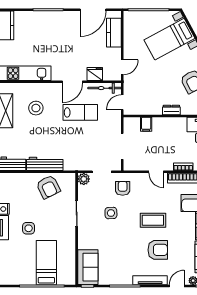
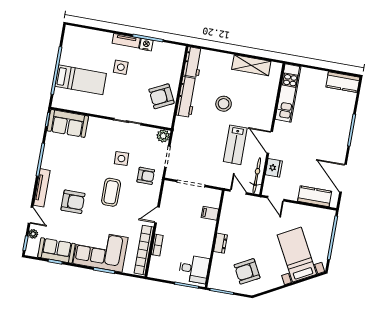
stool: (36, 108) -> (224, 104), moved
coffee table: (153, 220) -> (111, 192), moved
armchair: (158, 250) -> (73, 202), turned -90

